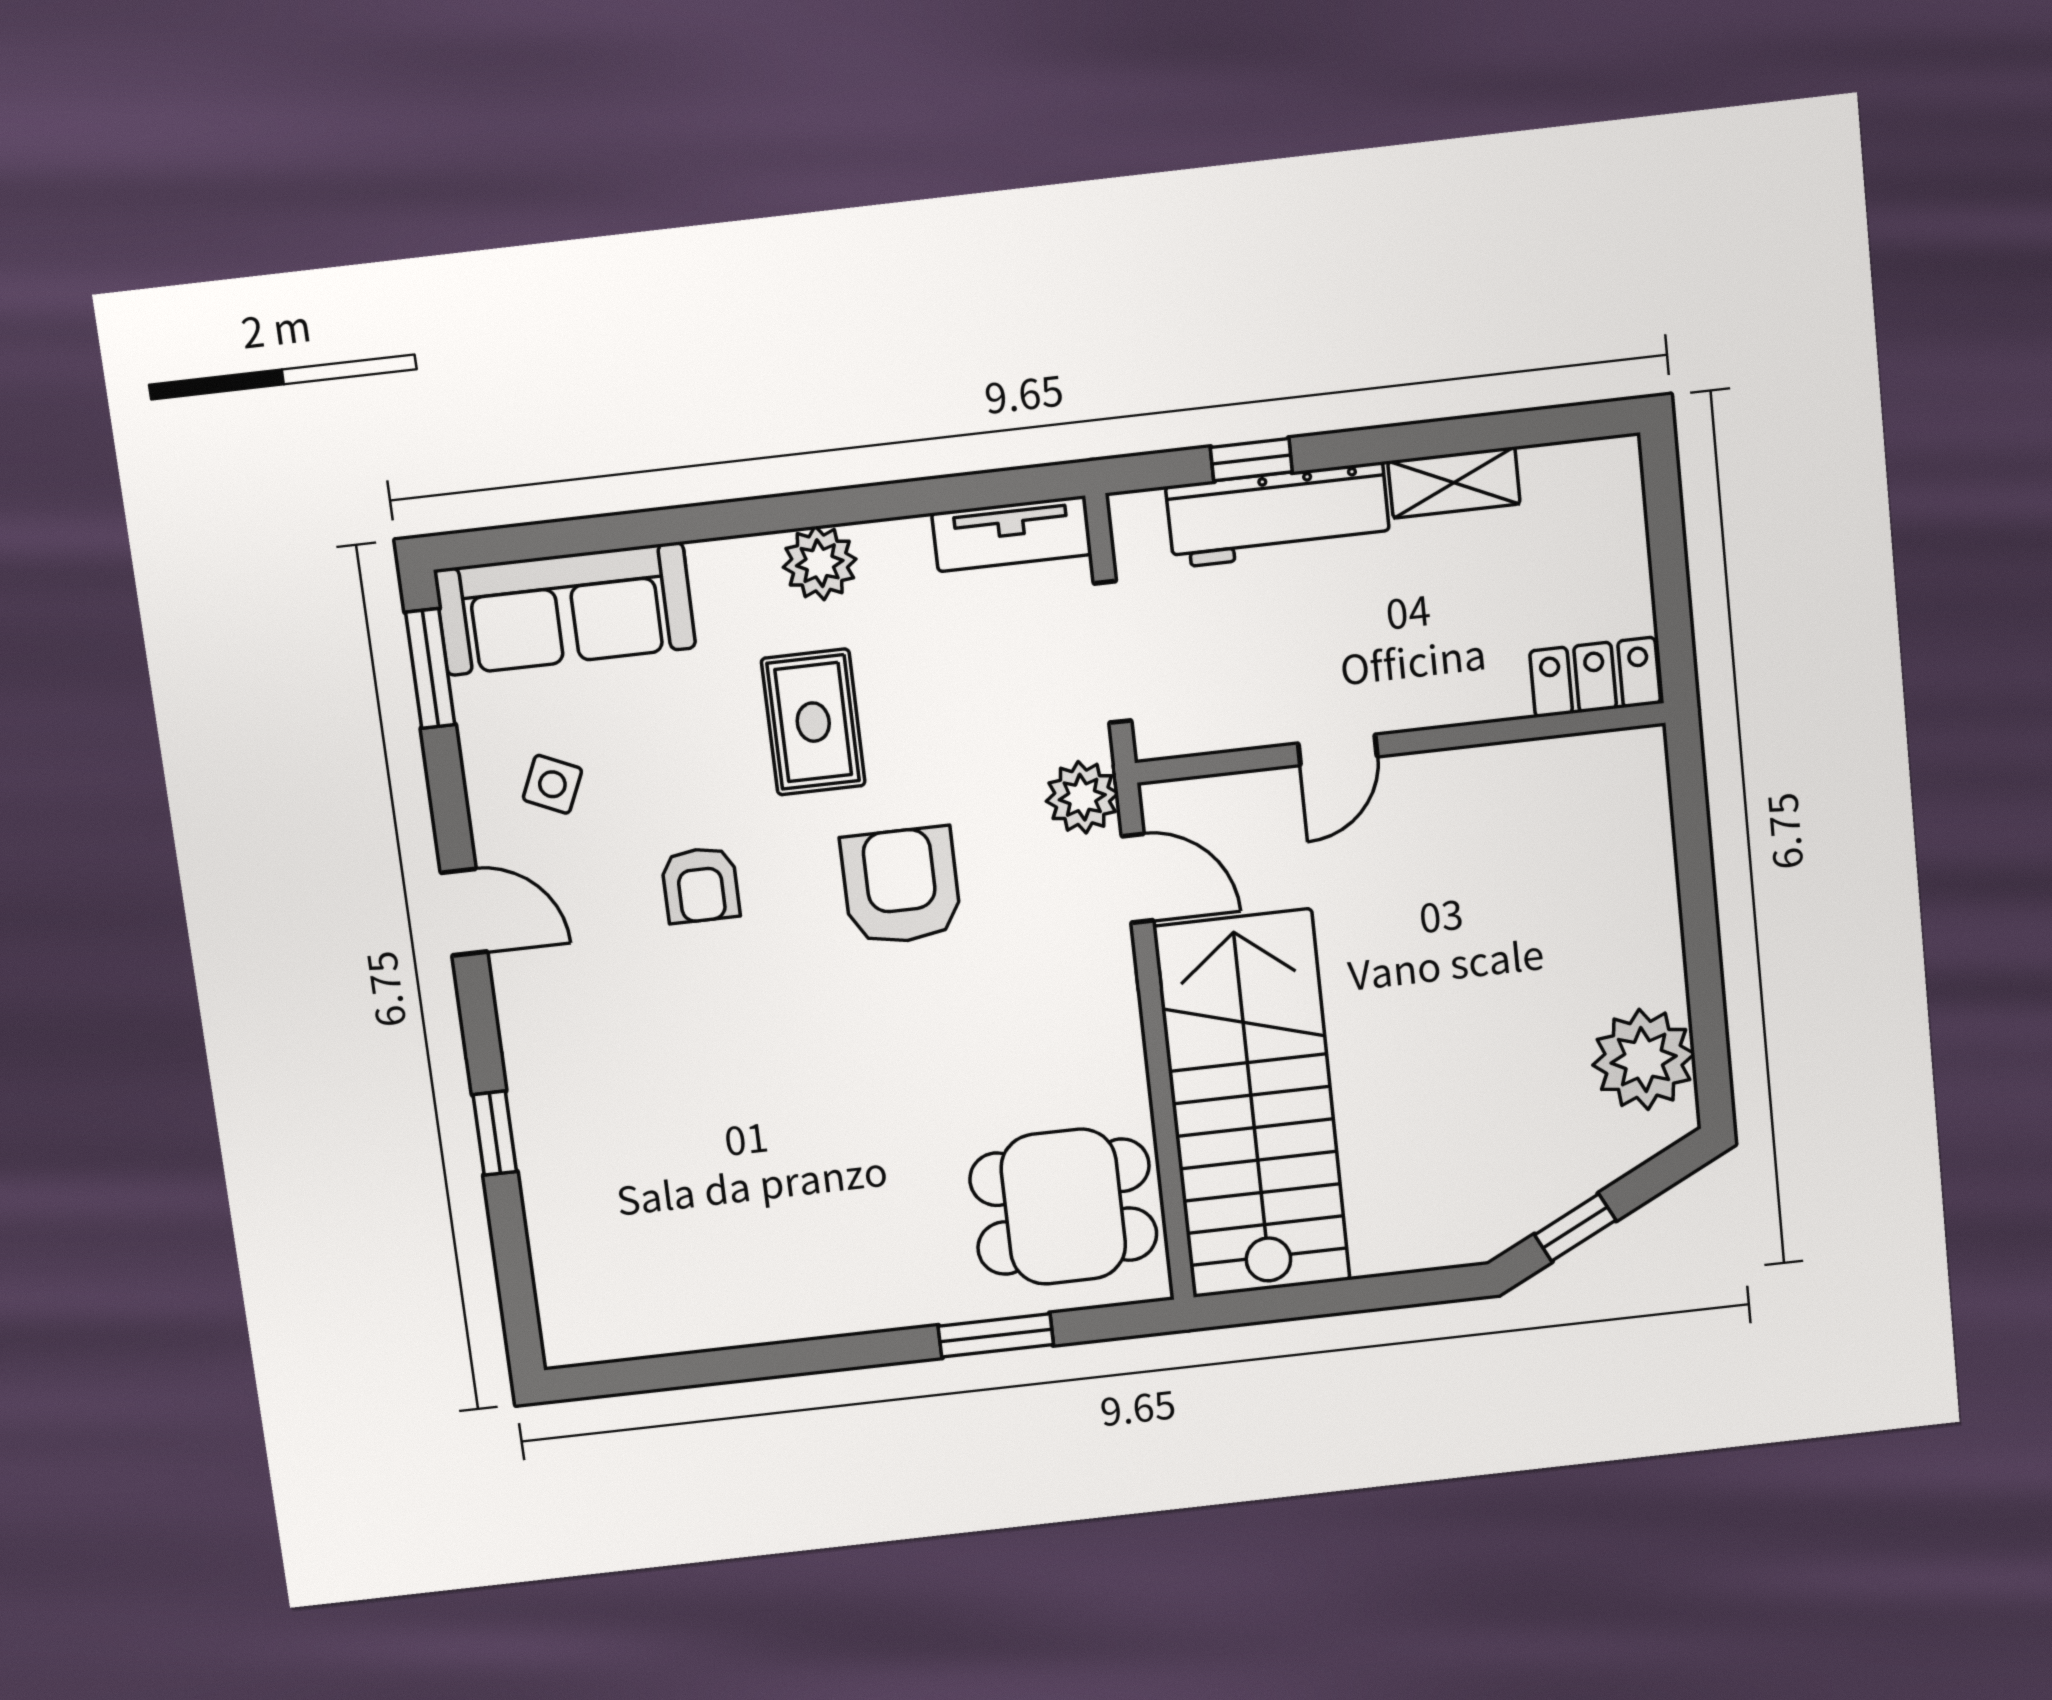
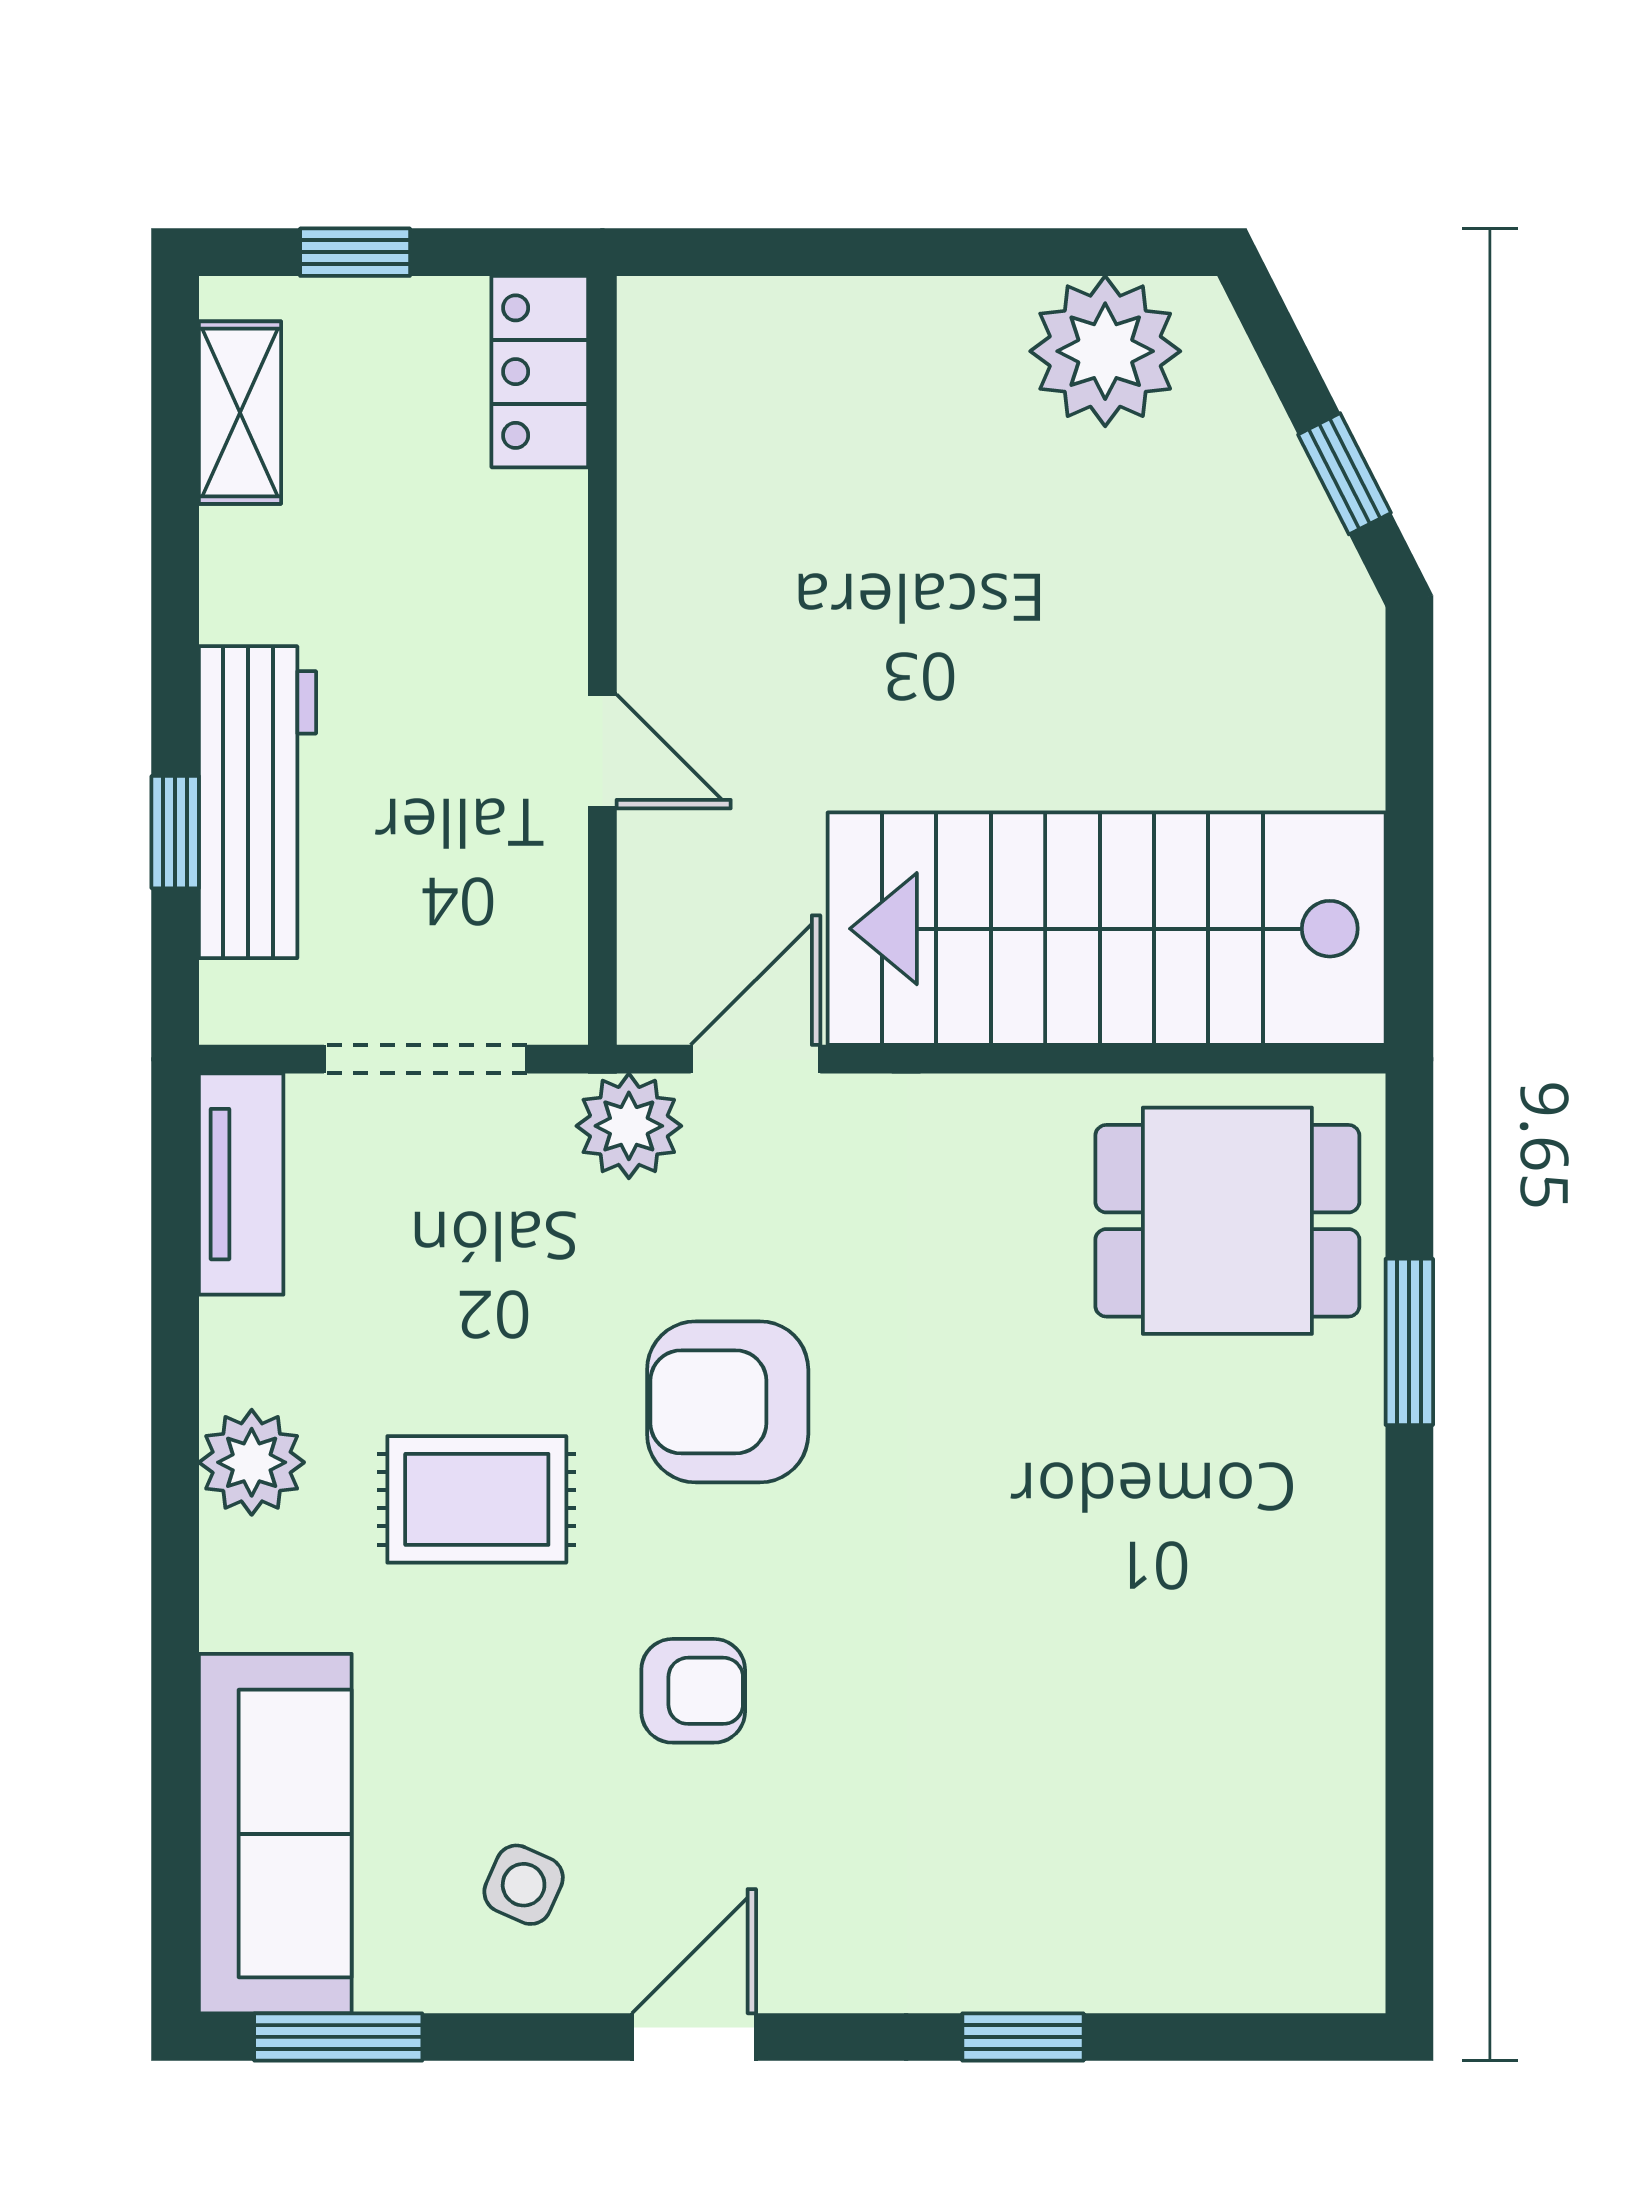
shelving: (1454, 483) -> (240, 413), moved
window: (1666, 540) -> (355, 252), added
dining table: (1063, 1207) -> (1227, 1221), turned 90

